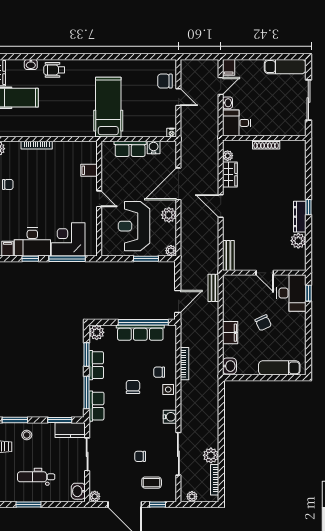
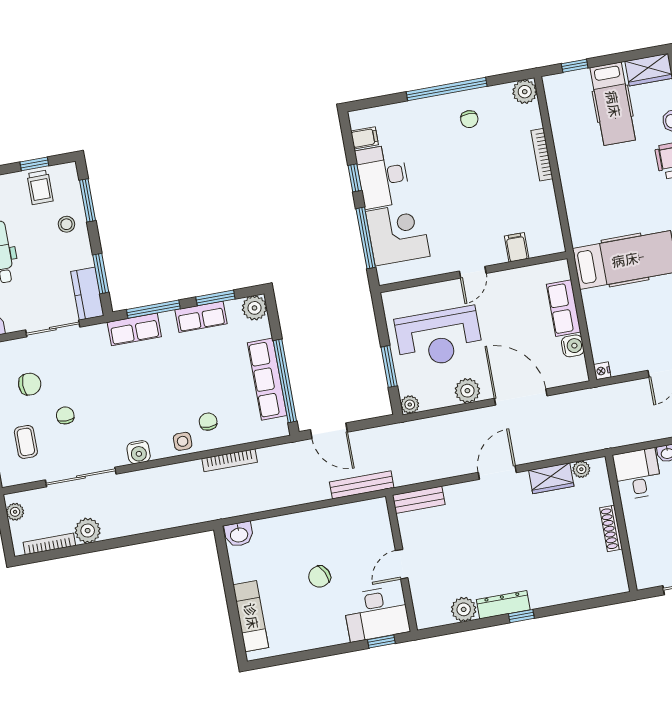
reception desk: (134, 226) -> (439, 337), turned 180
bench: (213, 288) -> (362, 485), width x1.36
filing cabinet: (230, 333) -> (293, 526), removed
chair: (133, 387) -> (30, 384), moved

